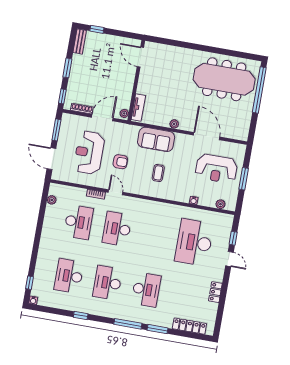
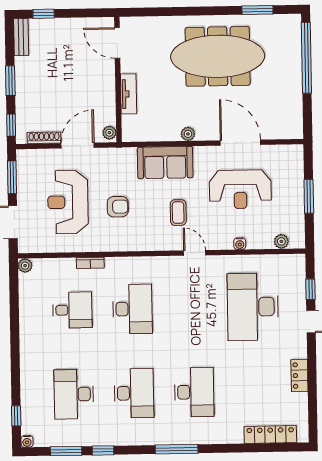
window: (234, 53) -> (257, 10), added
meeting table: (224, 79) -> (218, 56), moved
tv unit: (138, 107) -> (129, 94), moved
reception desk: (216, 169) -> (240, 189), moved
door: (115, 192) -> (195, 253), moved
plant: (52, 200) -> (25, 266), moved
desk: (78, 222) -> (72, 310), width x0.73
desk: (117, 229) -> (132, 309), turned 180
desk: (108, 283) -> (134, 393), turned 180
window: (158, 329) -> (66, 451), moved

